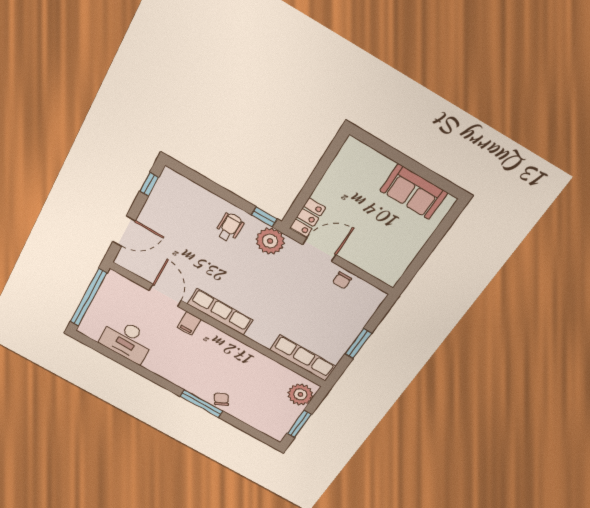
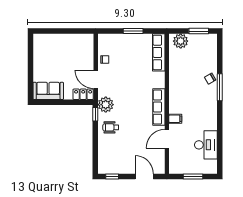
sofa: (414, 192) -> (48, 91), moved, turned -90
window: (88, 298) -> (193, 176), width x0.47

